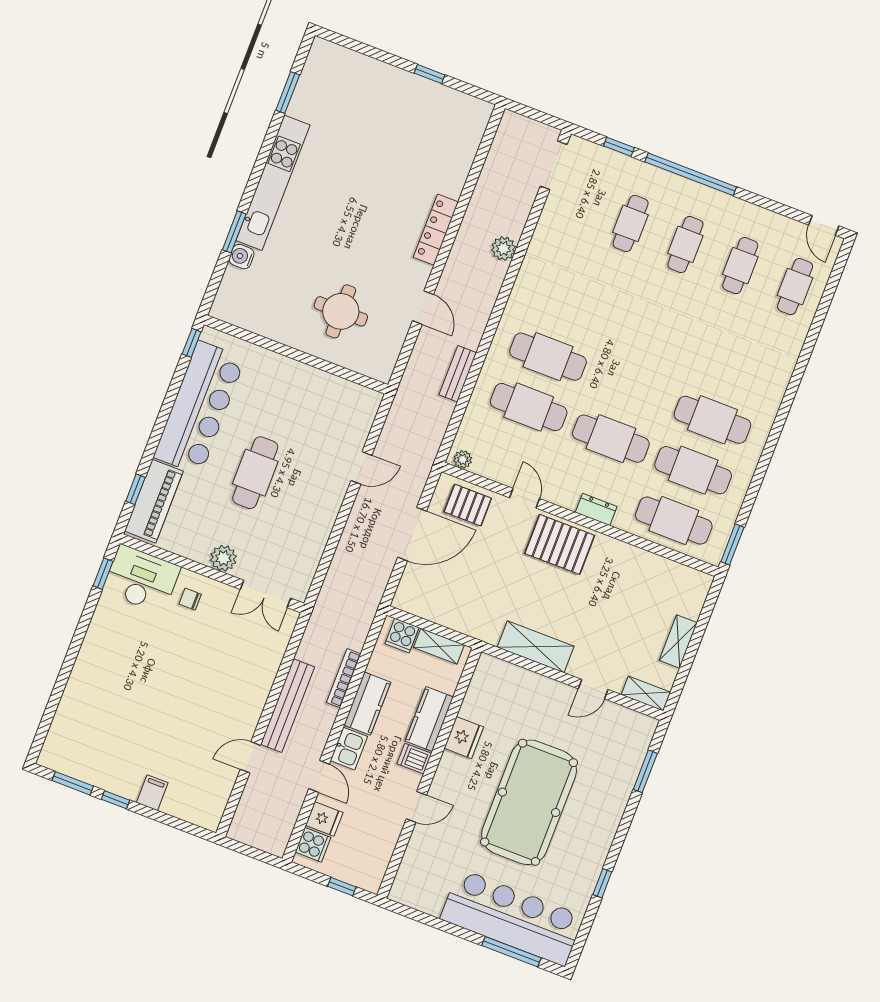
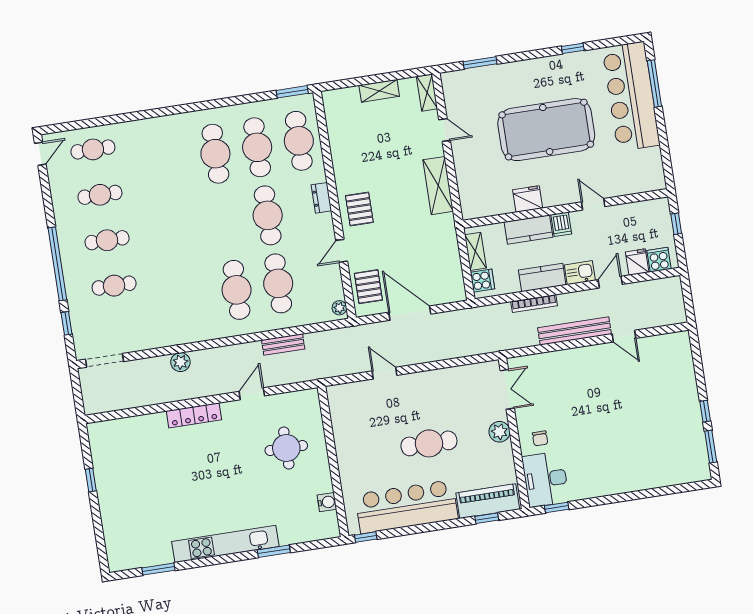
water cooler: (242, 257) -> (327, 502), moved, turned -90
pallet: (560, 544) -> (359, 209), width x0.67, depth x0.71
filing cabinet: (152, 793) -> (686, 389), removed

